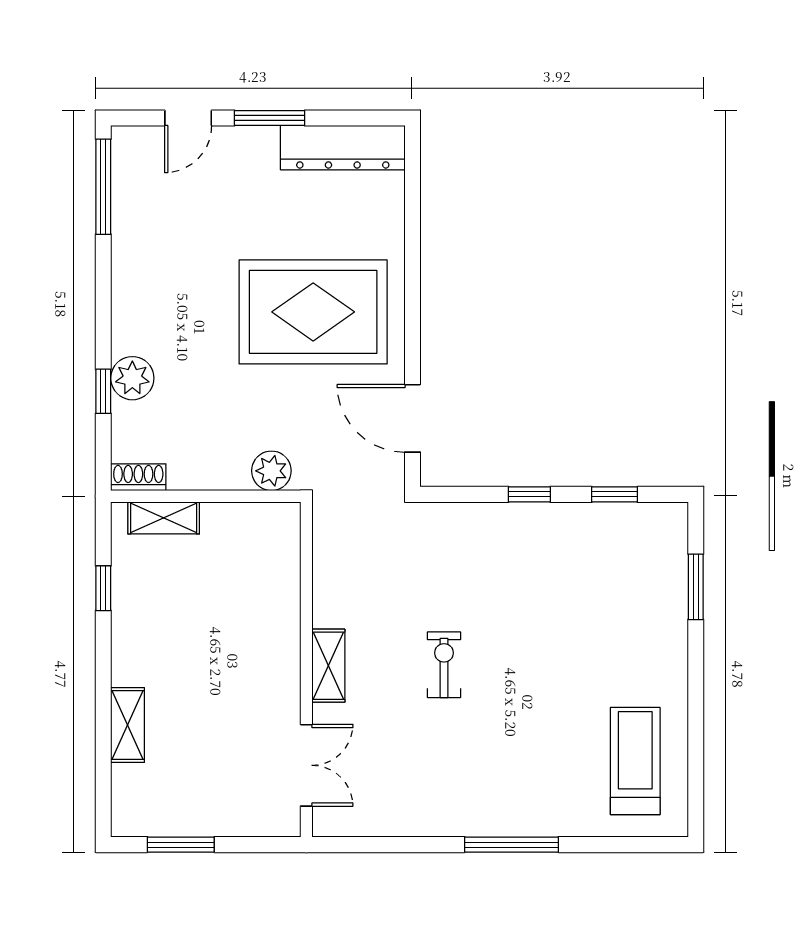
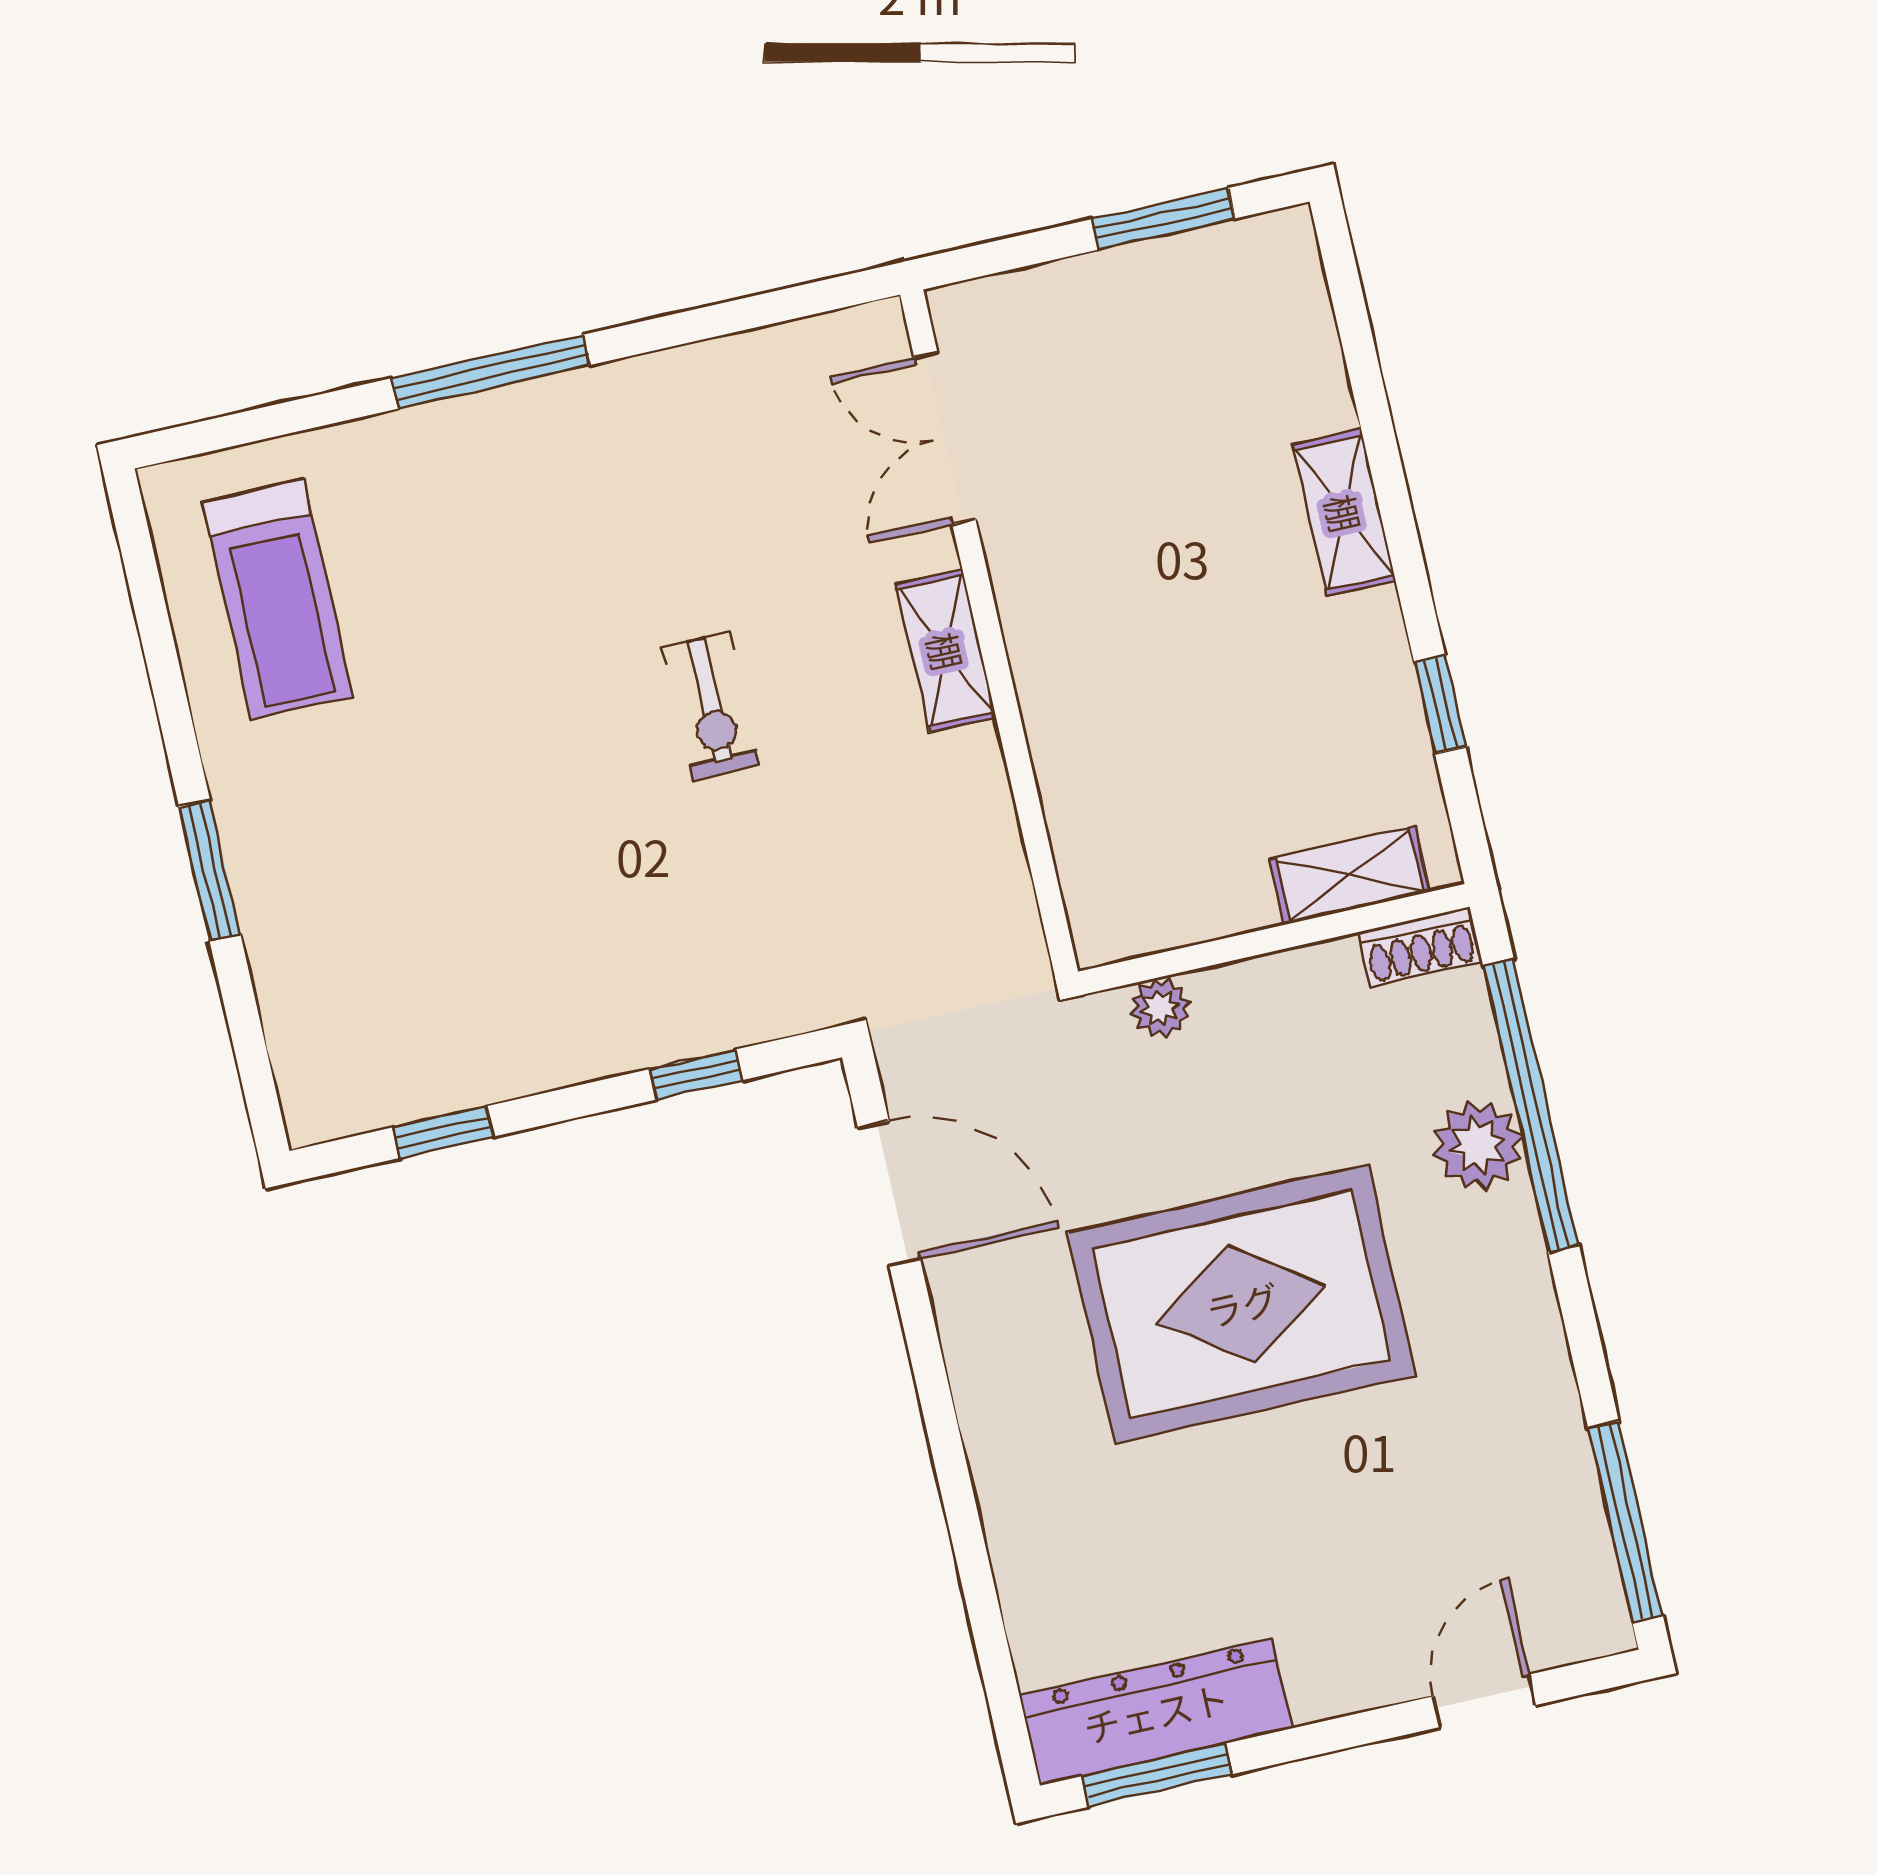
window: (270, 118) -> (1156, 1775), moved
rug: (313, 312) -> (1242, 1304), moved
window: (103, 391) -> (1531, 1105), width x3.17
plant: (271, 471) -> (1161, 1008), width x0.73, depth x0.73
window: (529, 494) -> (696, 1075), moved
window: (696, 587) -> (210, 871), moved
shelving: (128, 725) -> (1344, 513), moved

